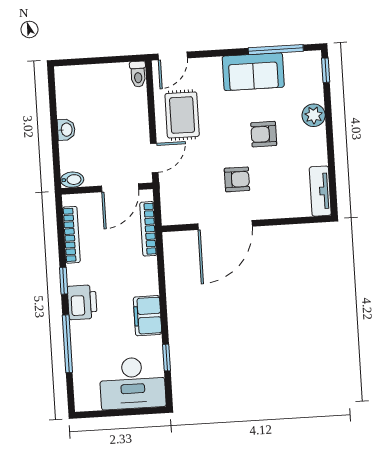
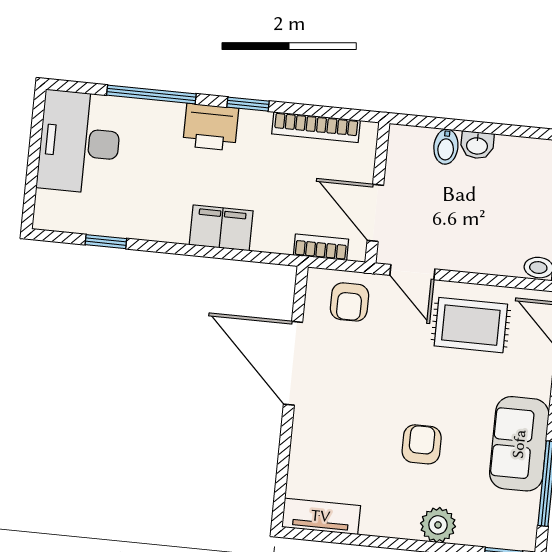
armchair: (237, 179) -> (349, 302), moved
bidet: (72, 180) -> (446, 147), moved
bookcase: (148, 229) -> (321, 247), width x0.64
filing cabinet: (148, 316) -> (221, 228), moved
desk: (132, 383) -> (80, 142), moved

